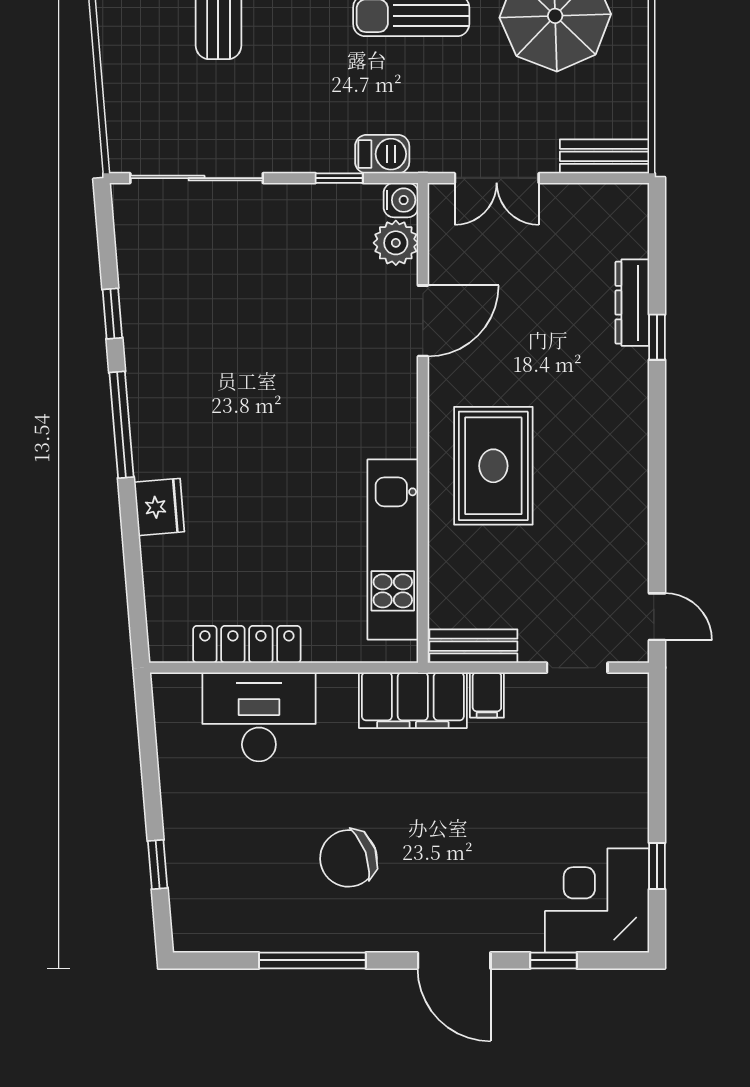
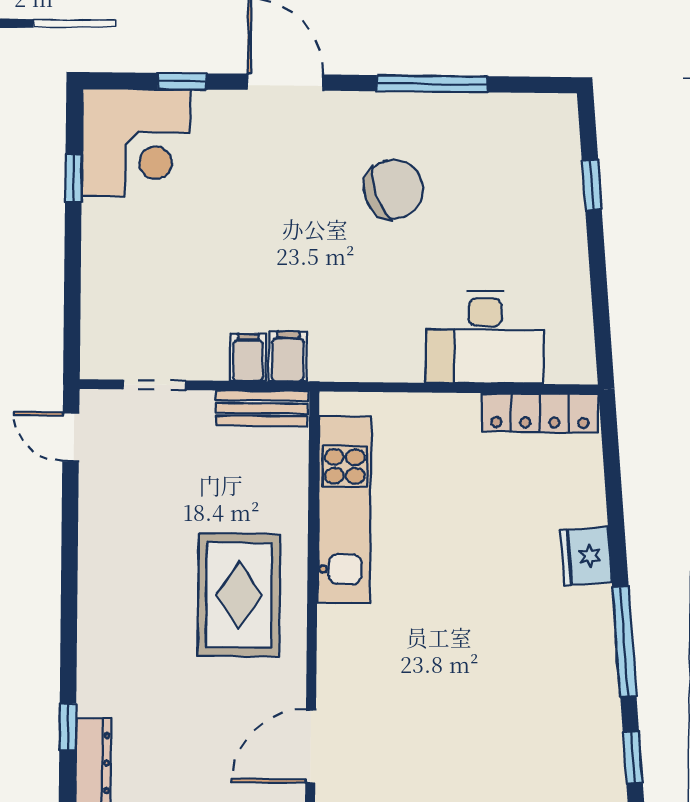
locker: (247, 644) -> (540, 413), moved
filing cabinet: (413, 700) -> (288, 356), width x0.33, depth x0.86

